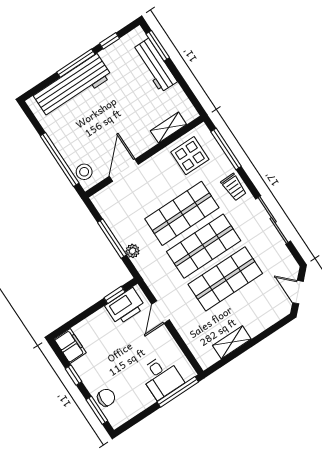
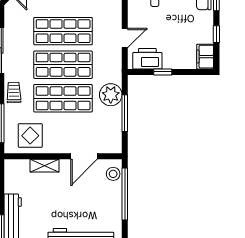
shelving: (168, 128) -> (45, 166), moved
plant: (133, 251) -> (111, 95), width x1.87, depth x1.87
window: (114, 295) -> (163, 72), moved

